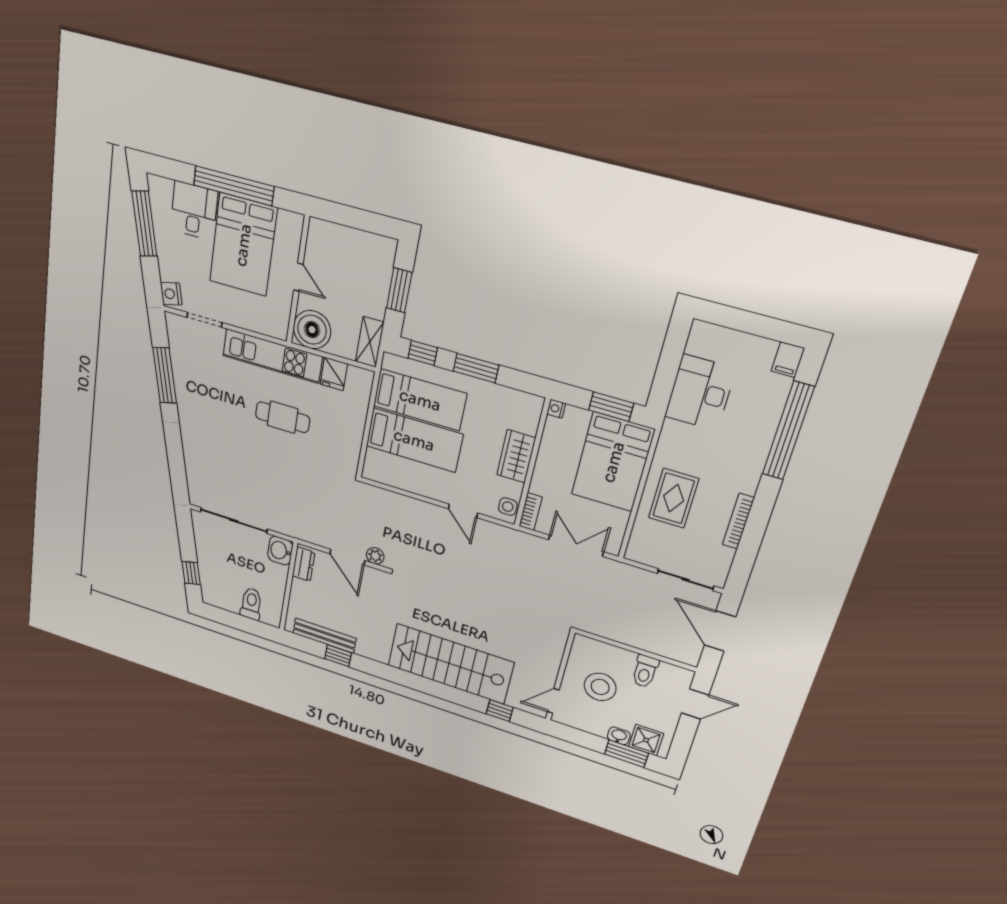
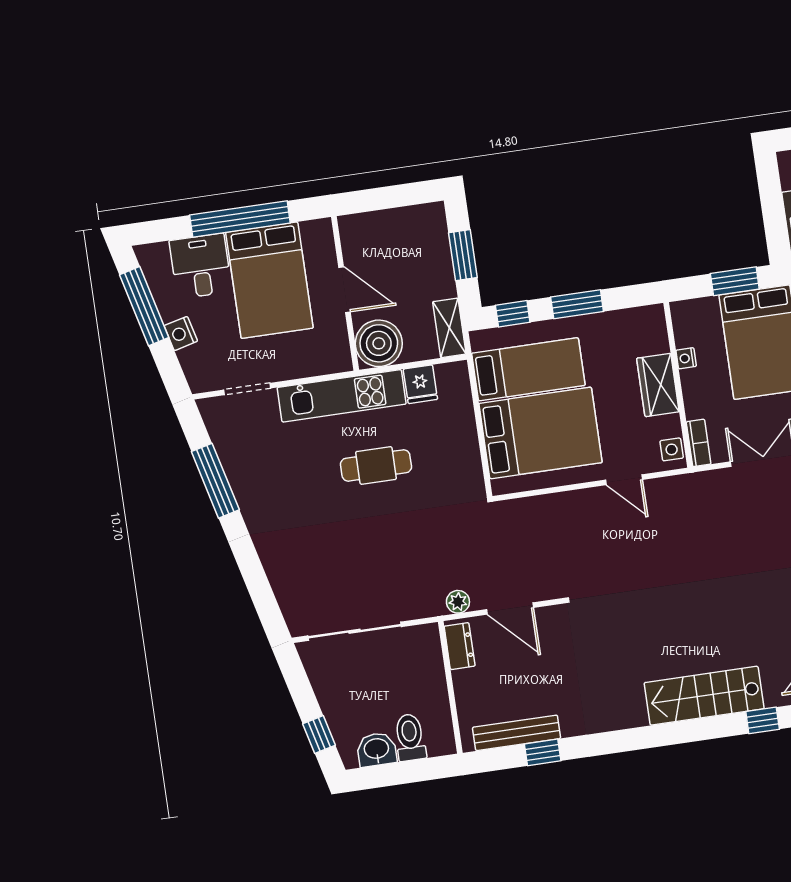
door: (298, 277) -> (345, 290), width x1.37
nightstand: (171, 294) -> (181, 333), moved
nightstand: (556, 409) -> (686, 358), moved
bed: (414, 440) -> (541, 433), width x1.50
washbasin: (280, 551) -> (377, 749), moved, turned 90
plant: (375, 556) -> (458, 602), moved
stairs: (450, 664) -> (704, 696), width x0.73, depth x0.66

